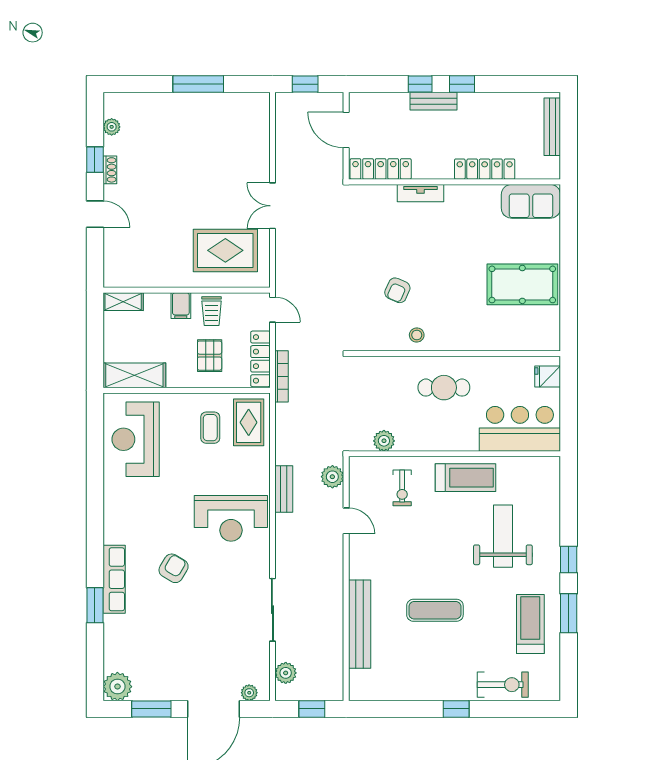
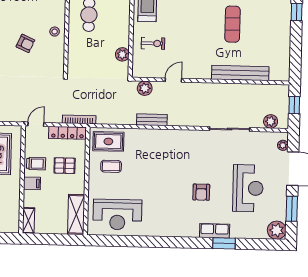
reception desk: (231, 518) -> (248, 188), moved
armchair: (174, 568) -> (201, 192), turned -121
row of seats: (114, 579) -> (215, 231), width x0.68

